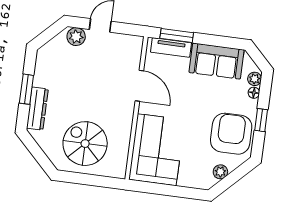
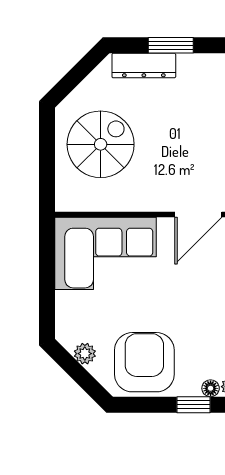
window: (261, 120) -> (193, 405), moved
armchair: (231, 134) -> (144, 362), turned -90

